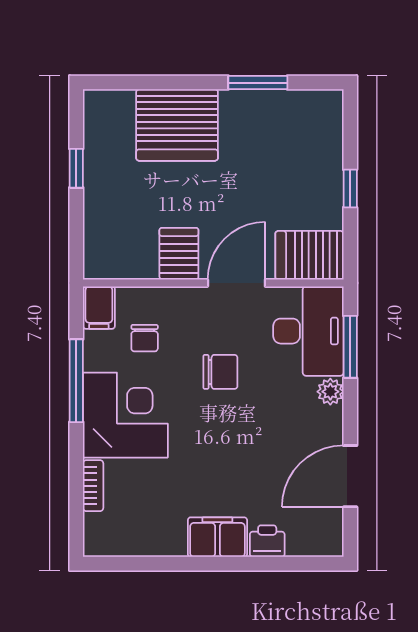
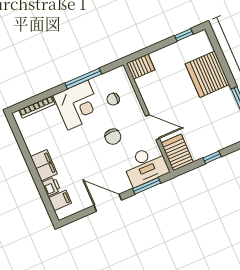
window: (76, 168) -> (184, 35), moved
server rack: (179, 254) -> (141, 67), moved
filing cabinet: (99, 308) -> (60, 200), moved, turned 180
plant: (330, 392) -> (125, 186), removed
door: (350, 476) -> (108, 203), moved
bookcase: (93, 486) -> (37, 107), width x1.56

